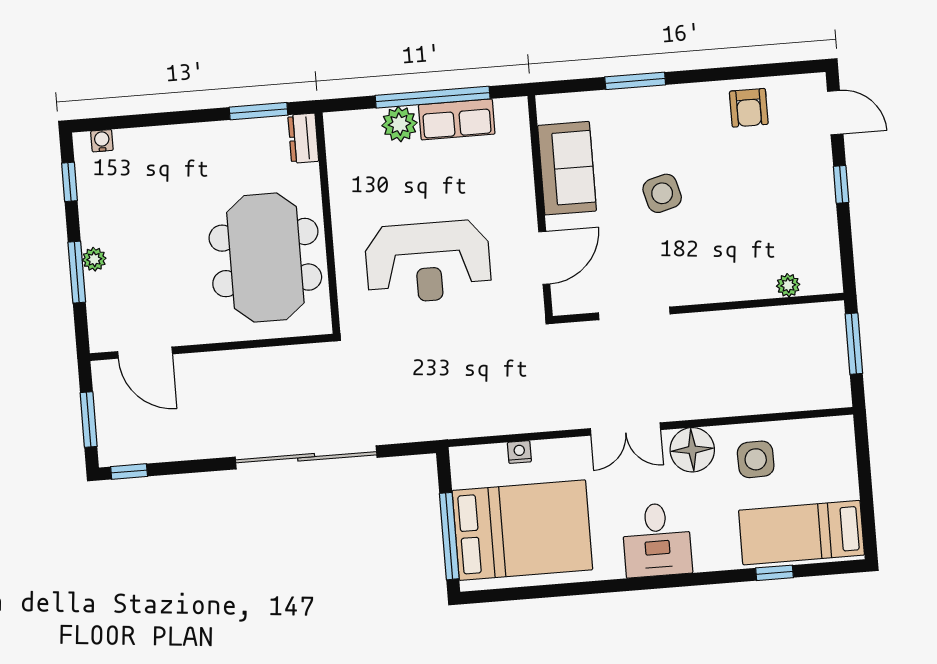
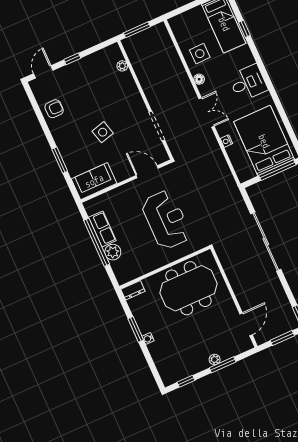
window: (259, 111) -> (136, 329), moved
water cooler: (102, 141) -> (148, 339), moved
sofa: (567, 168) -> (94, 181), moved
floor lamp: (692, 450) -> (199, 79), width x0.53, depth x0.53
nightstand: (519, 452) -> (226, 141), moved

